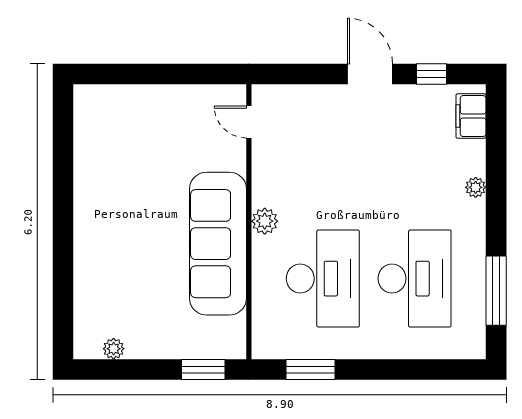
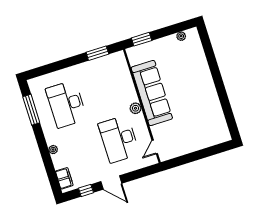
door: (249, 122) -> (155, 147), swing flipped
desk: (323, 279) -> (119, 139), moved

